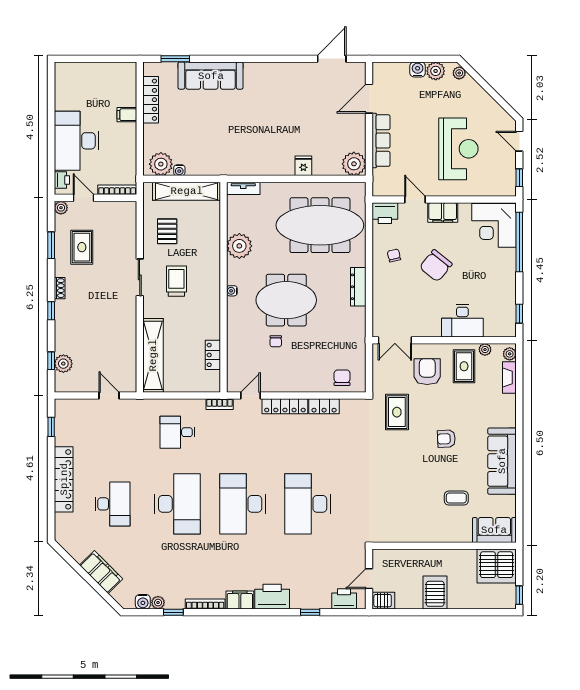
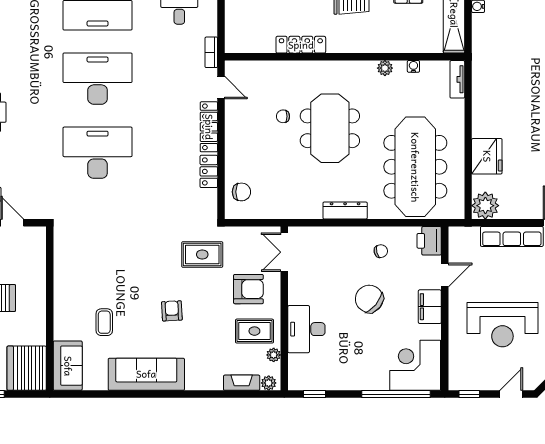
fridge: (303, 166) -> (487, 156), width x1.88, depth x1.34
plant: (239, 246) -> (385, 68), width x0.53, depth x0.53
water cooler: (232, 291) -> (413, 66), moved
locker: (213, 355) -> (301, 45), moved, width x1.53

